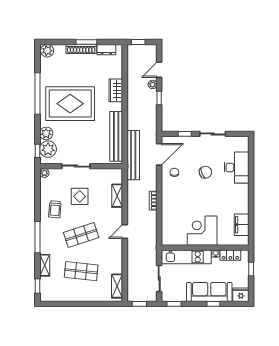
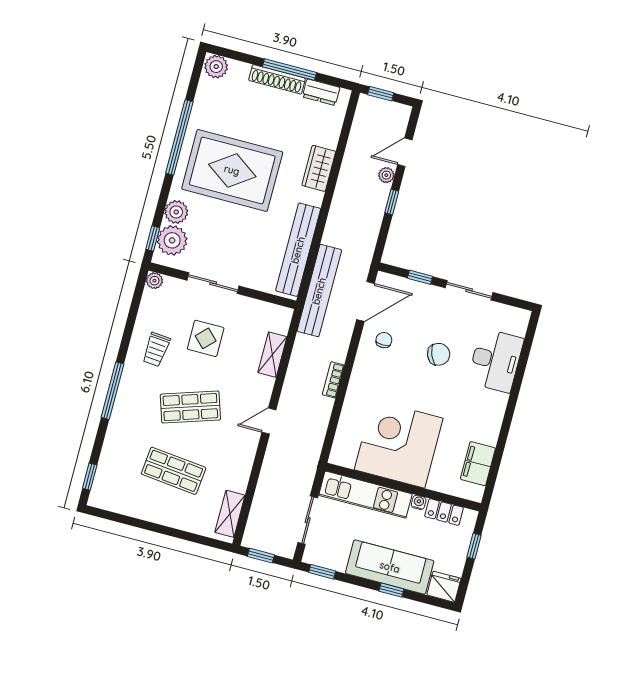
window: (86, 42) -> (290, 70), width x1.44
corner desk: (202, 231) -> (399, 444), width x1.36, depth x1.36
shelving: (45, 265) -> (112, 443), removed

